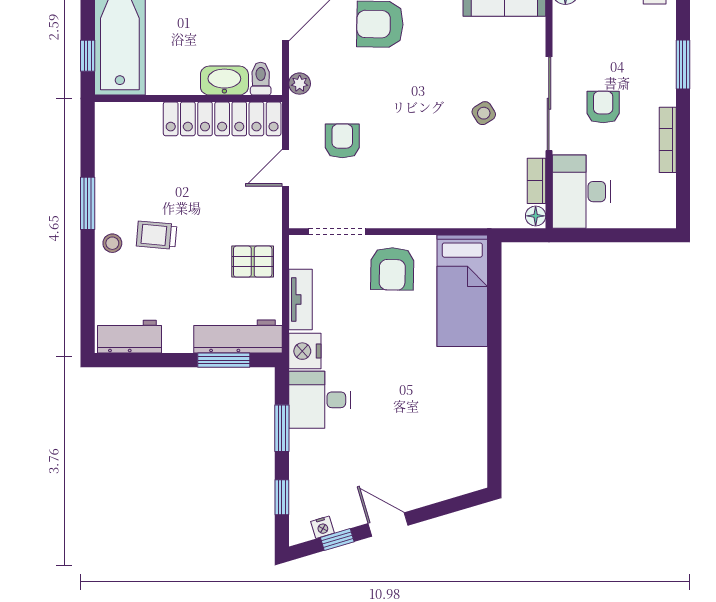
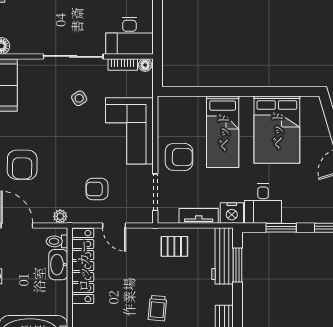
armchair: (603, 107) -> (75, 22), removed
corner sofa: (433, 191) -> (129, 131), added
pallet: (253, 262) -> (174, 246), turned 90
bed: (462, 291) -> (223, 132), moved, turned 90
bed: (435, 421) -> (277, 130), added

